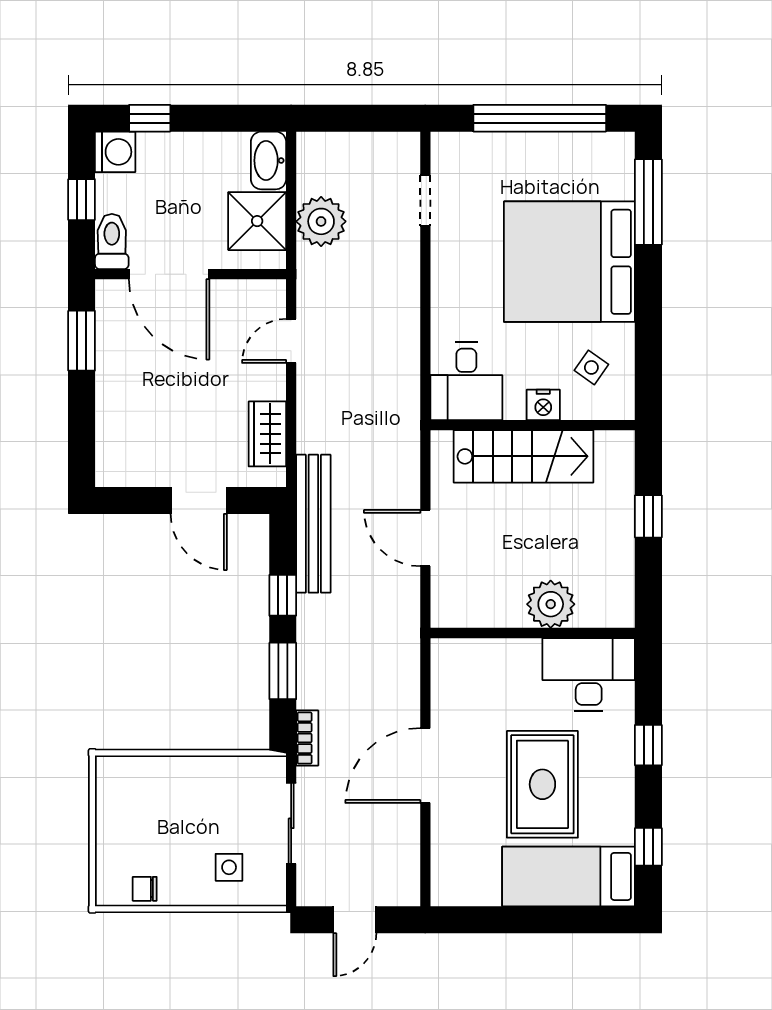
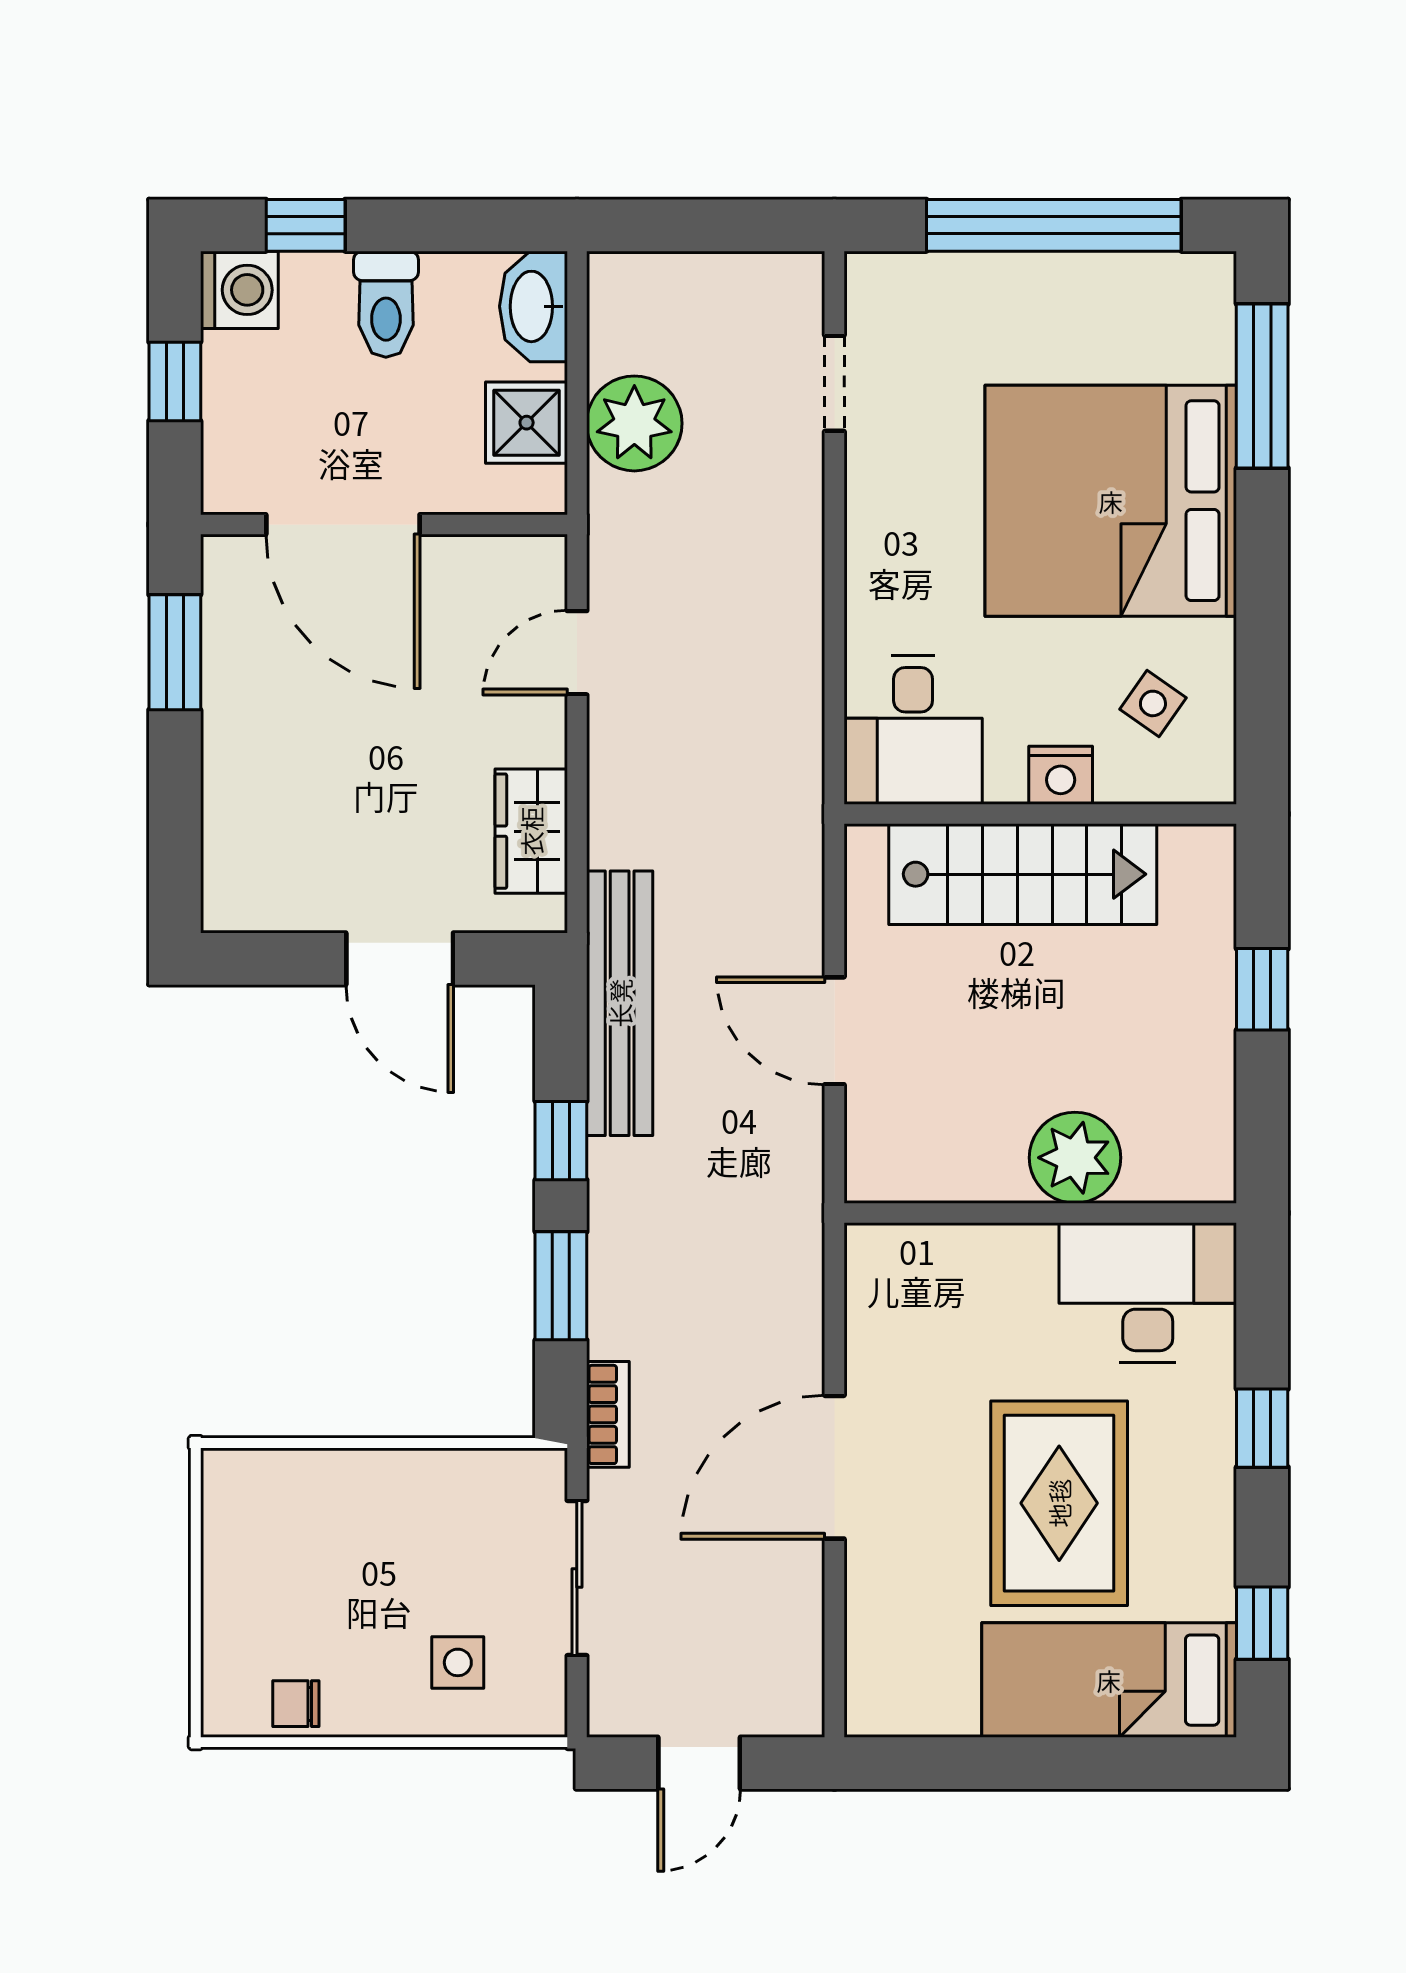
shower: (257, 221) -> (527, 423), width x0.73, depth x0.73
toilet: (112, 241) -> (386, 304), moved, turned 180

